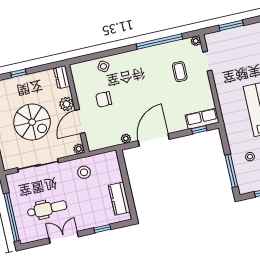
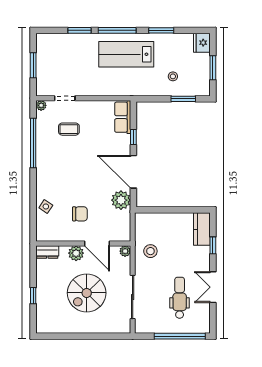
chair: (104, 99) -> (80, 214), turned -90
spiral stairs: (32, 122) -> (87, 293), turned 180
window: (199, 130) -> (133, 137), moved
plant: (126, 139) -> (121, 200), width x1.88, depth x1.88
window: (231, 171) -> (183, 99), width x0.69
kitchen counter: (119, 199) -> (202, 229), moved, turned 90

